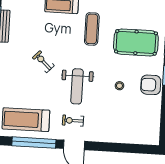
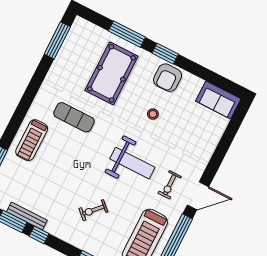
exercise bike: (43, 62) -> (93, 210), moved
sofa: (151, 129) -> (218, 100), added

